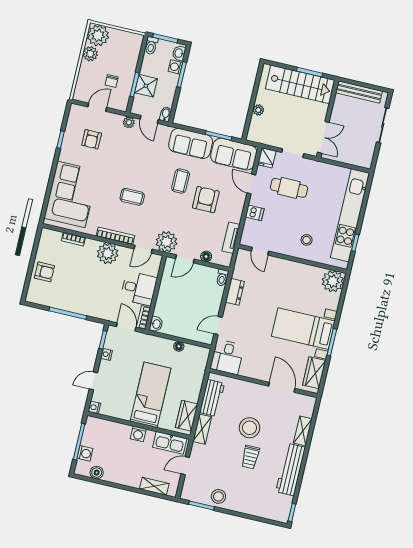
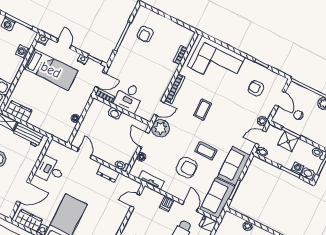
door: (251, 184) -> (190, 206), hinge flipped
door: (143, 249) -> (159, 108), swing flipped
plant: (108, 253) -> (162, 79), removed
armchair: (44, 272) -> (145, 34), moved
washbasin: (156, 324) -> (115, 113), moved
desk: (227, 357) -> (50, 170), moved
bed: (151, 395) -> (51, 70), moved
washing machine: (138, 434) -> (23, 52), moved

